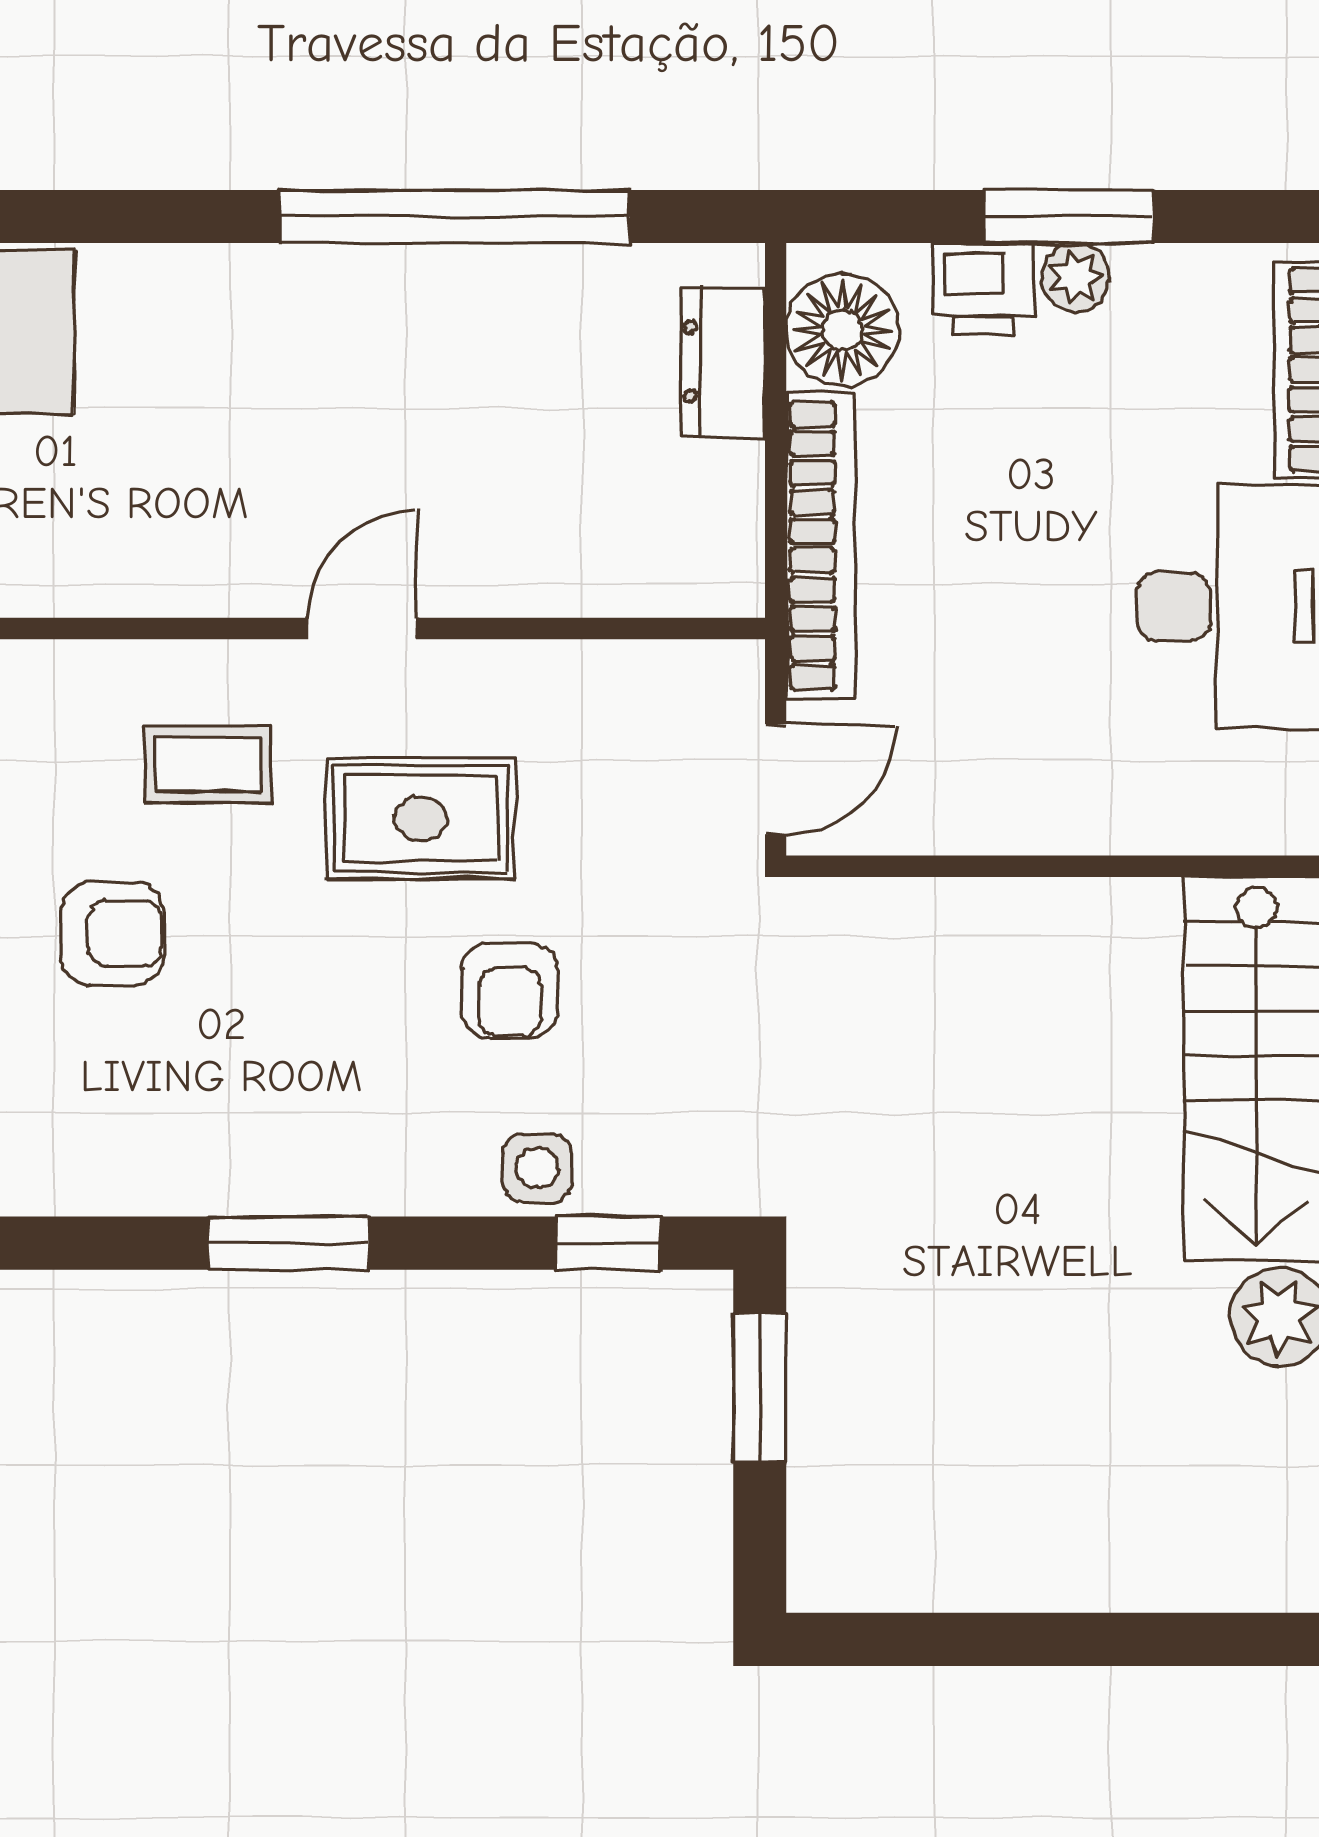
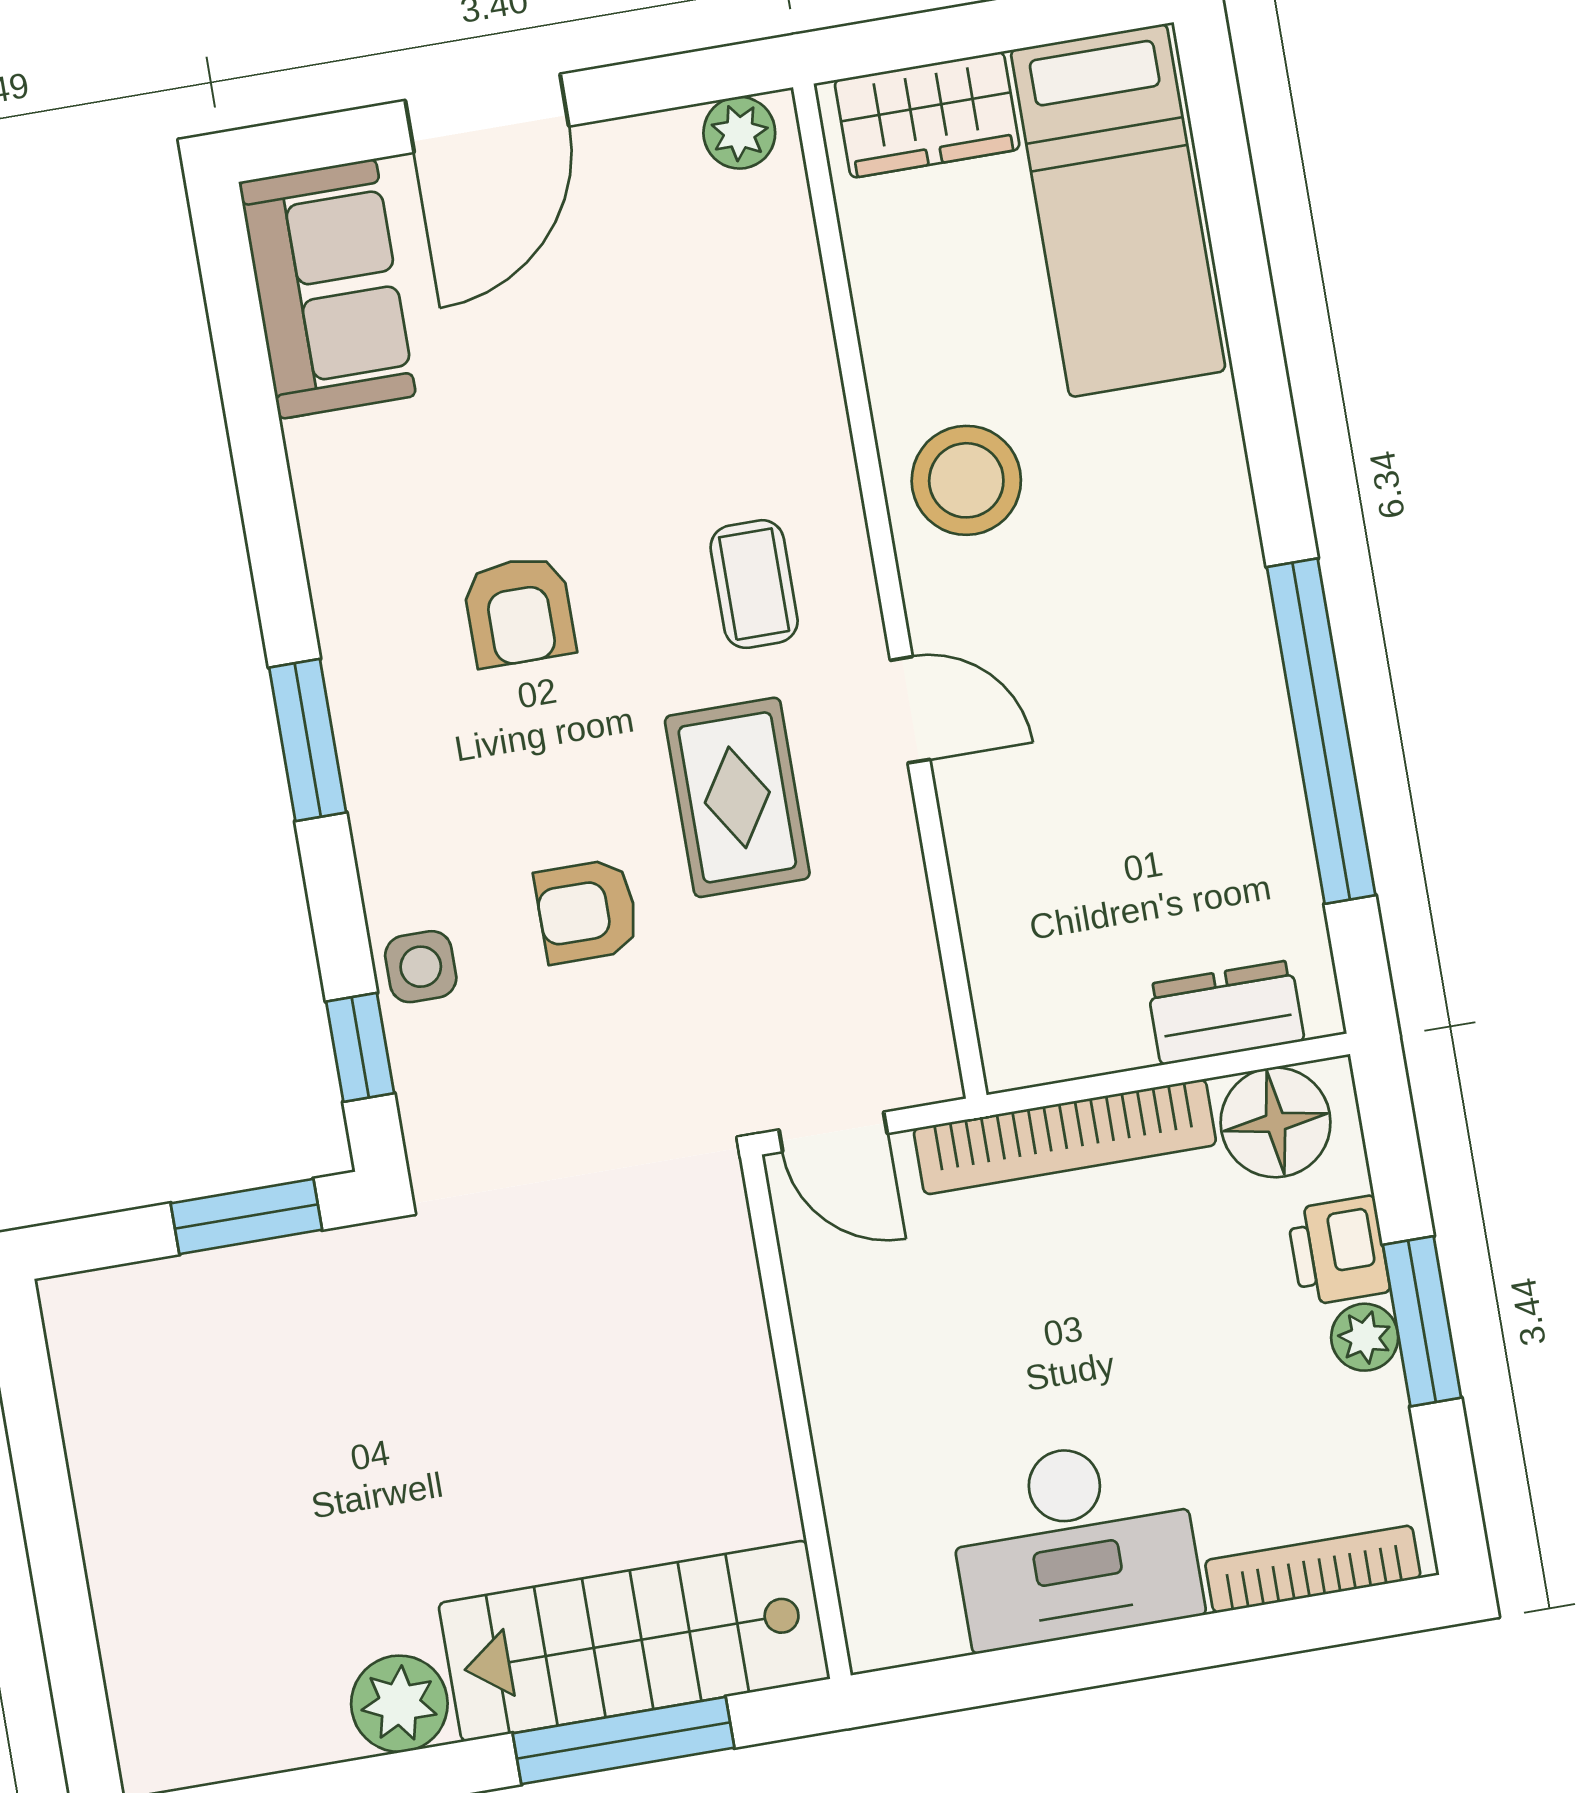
stool: (140, 532) -> (966, 480), added
armchair: (113, 933) -> (519, 611), moved

